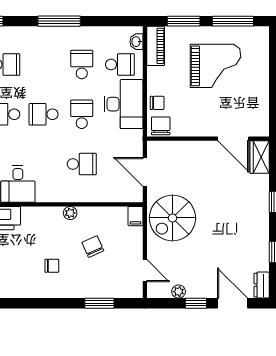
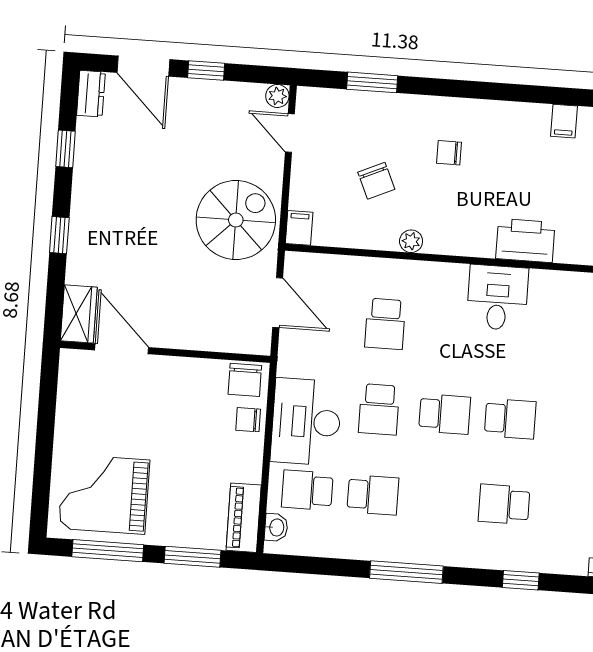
school desk: (82, 65) -> (373, 495), turned -90
grand piano: (216, 66) -> (104, 494), moved
school desk: (82, 164) -> (385, 324), turned -90
plant: (179, 292) -> (277, 96), moved

